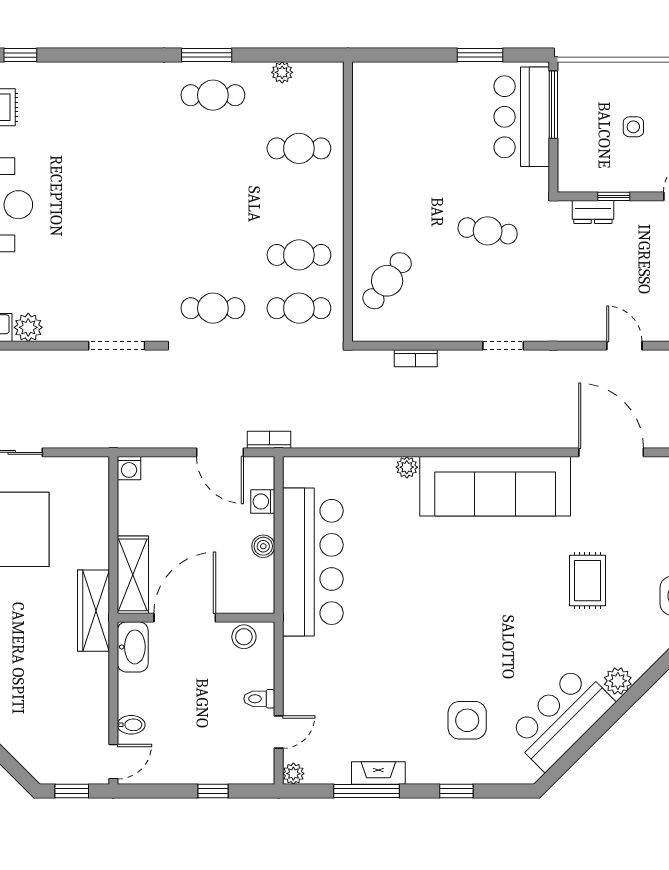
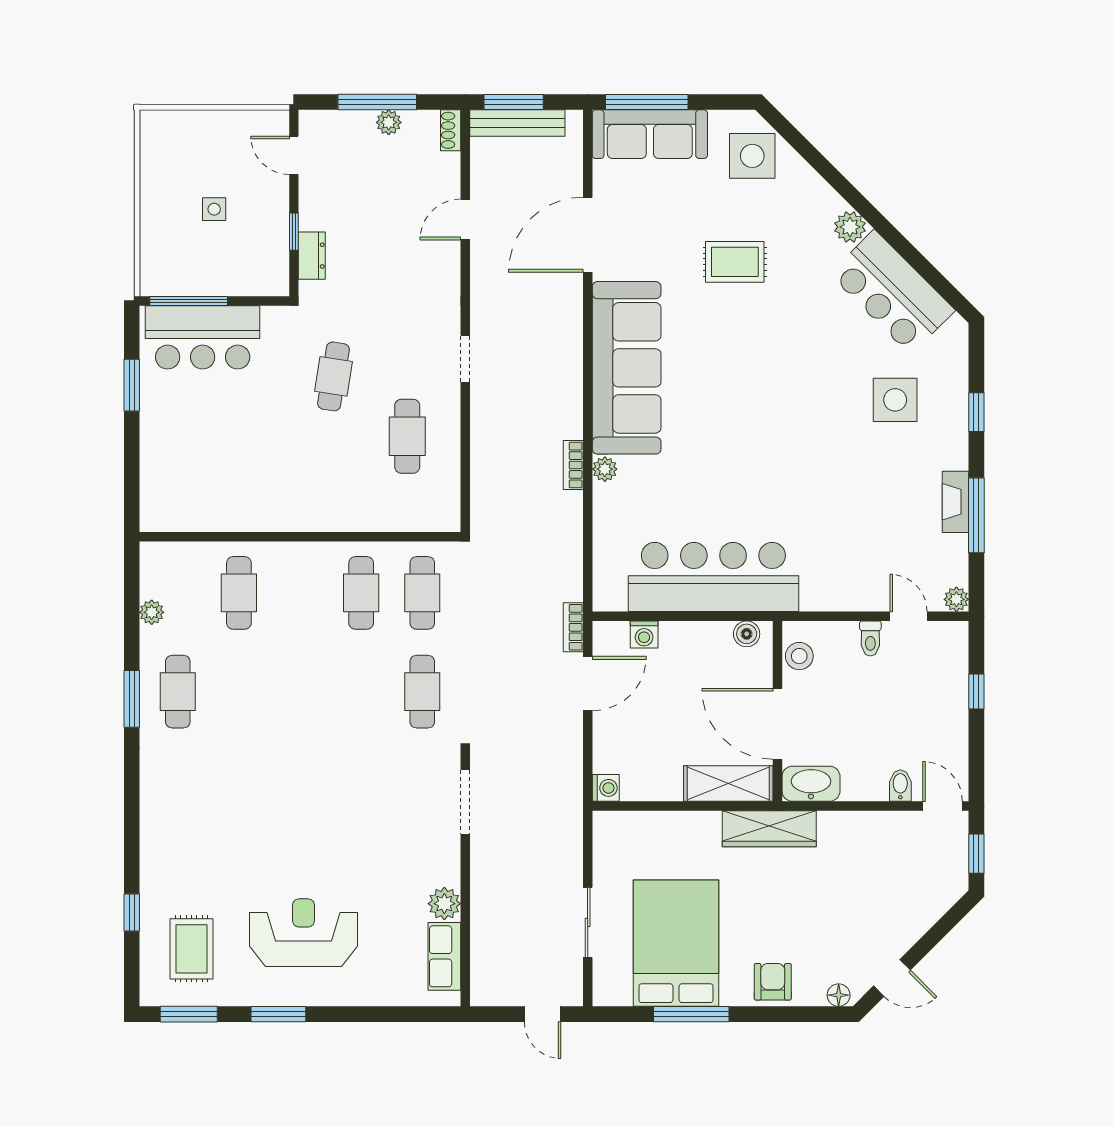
cafe table: (387, 281) -> (407, 436), moved, turned 53
bookcase: (416, 358) -> (573, 465), moved, turned 180
boiler: (263, 546) -> (747, 634), moved

